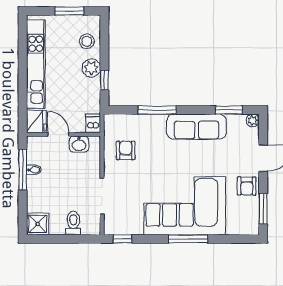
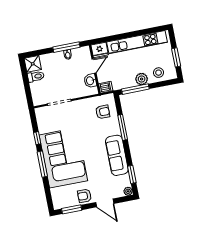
window: (104, 80) -> (135, 89), width x2.17
armchair: (126, 150) -> (103, 112), moved
toilet: (73, 223) -> (36, 76), moved
window: (123, 239) -> (37, 138), moved

